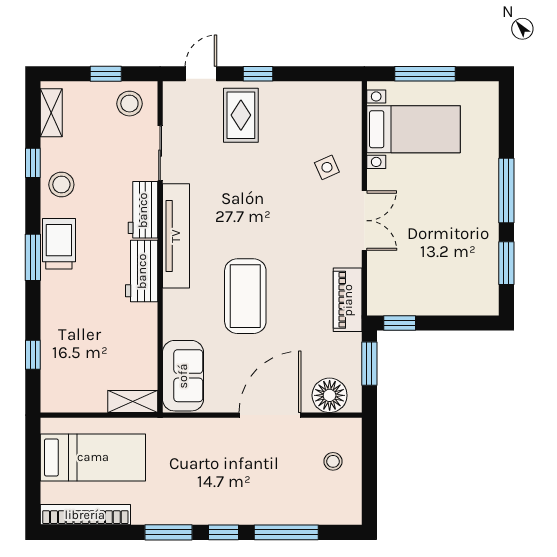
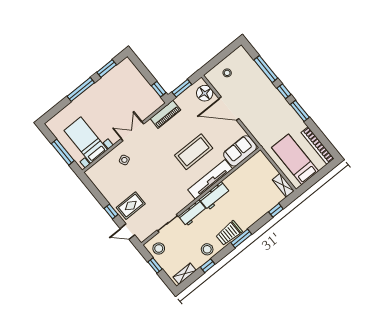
tv unit: (176, 236) -> (210, 179), moved
shelving: (133, 402) -> (283, 185), moved

